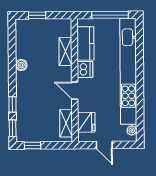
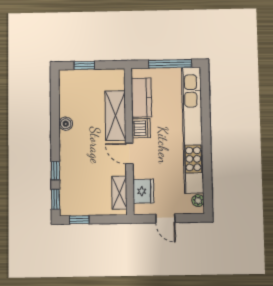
shelving: (65, 52) -> (115, 116), width x1.50, depth x1.33

